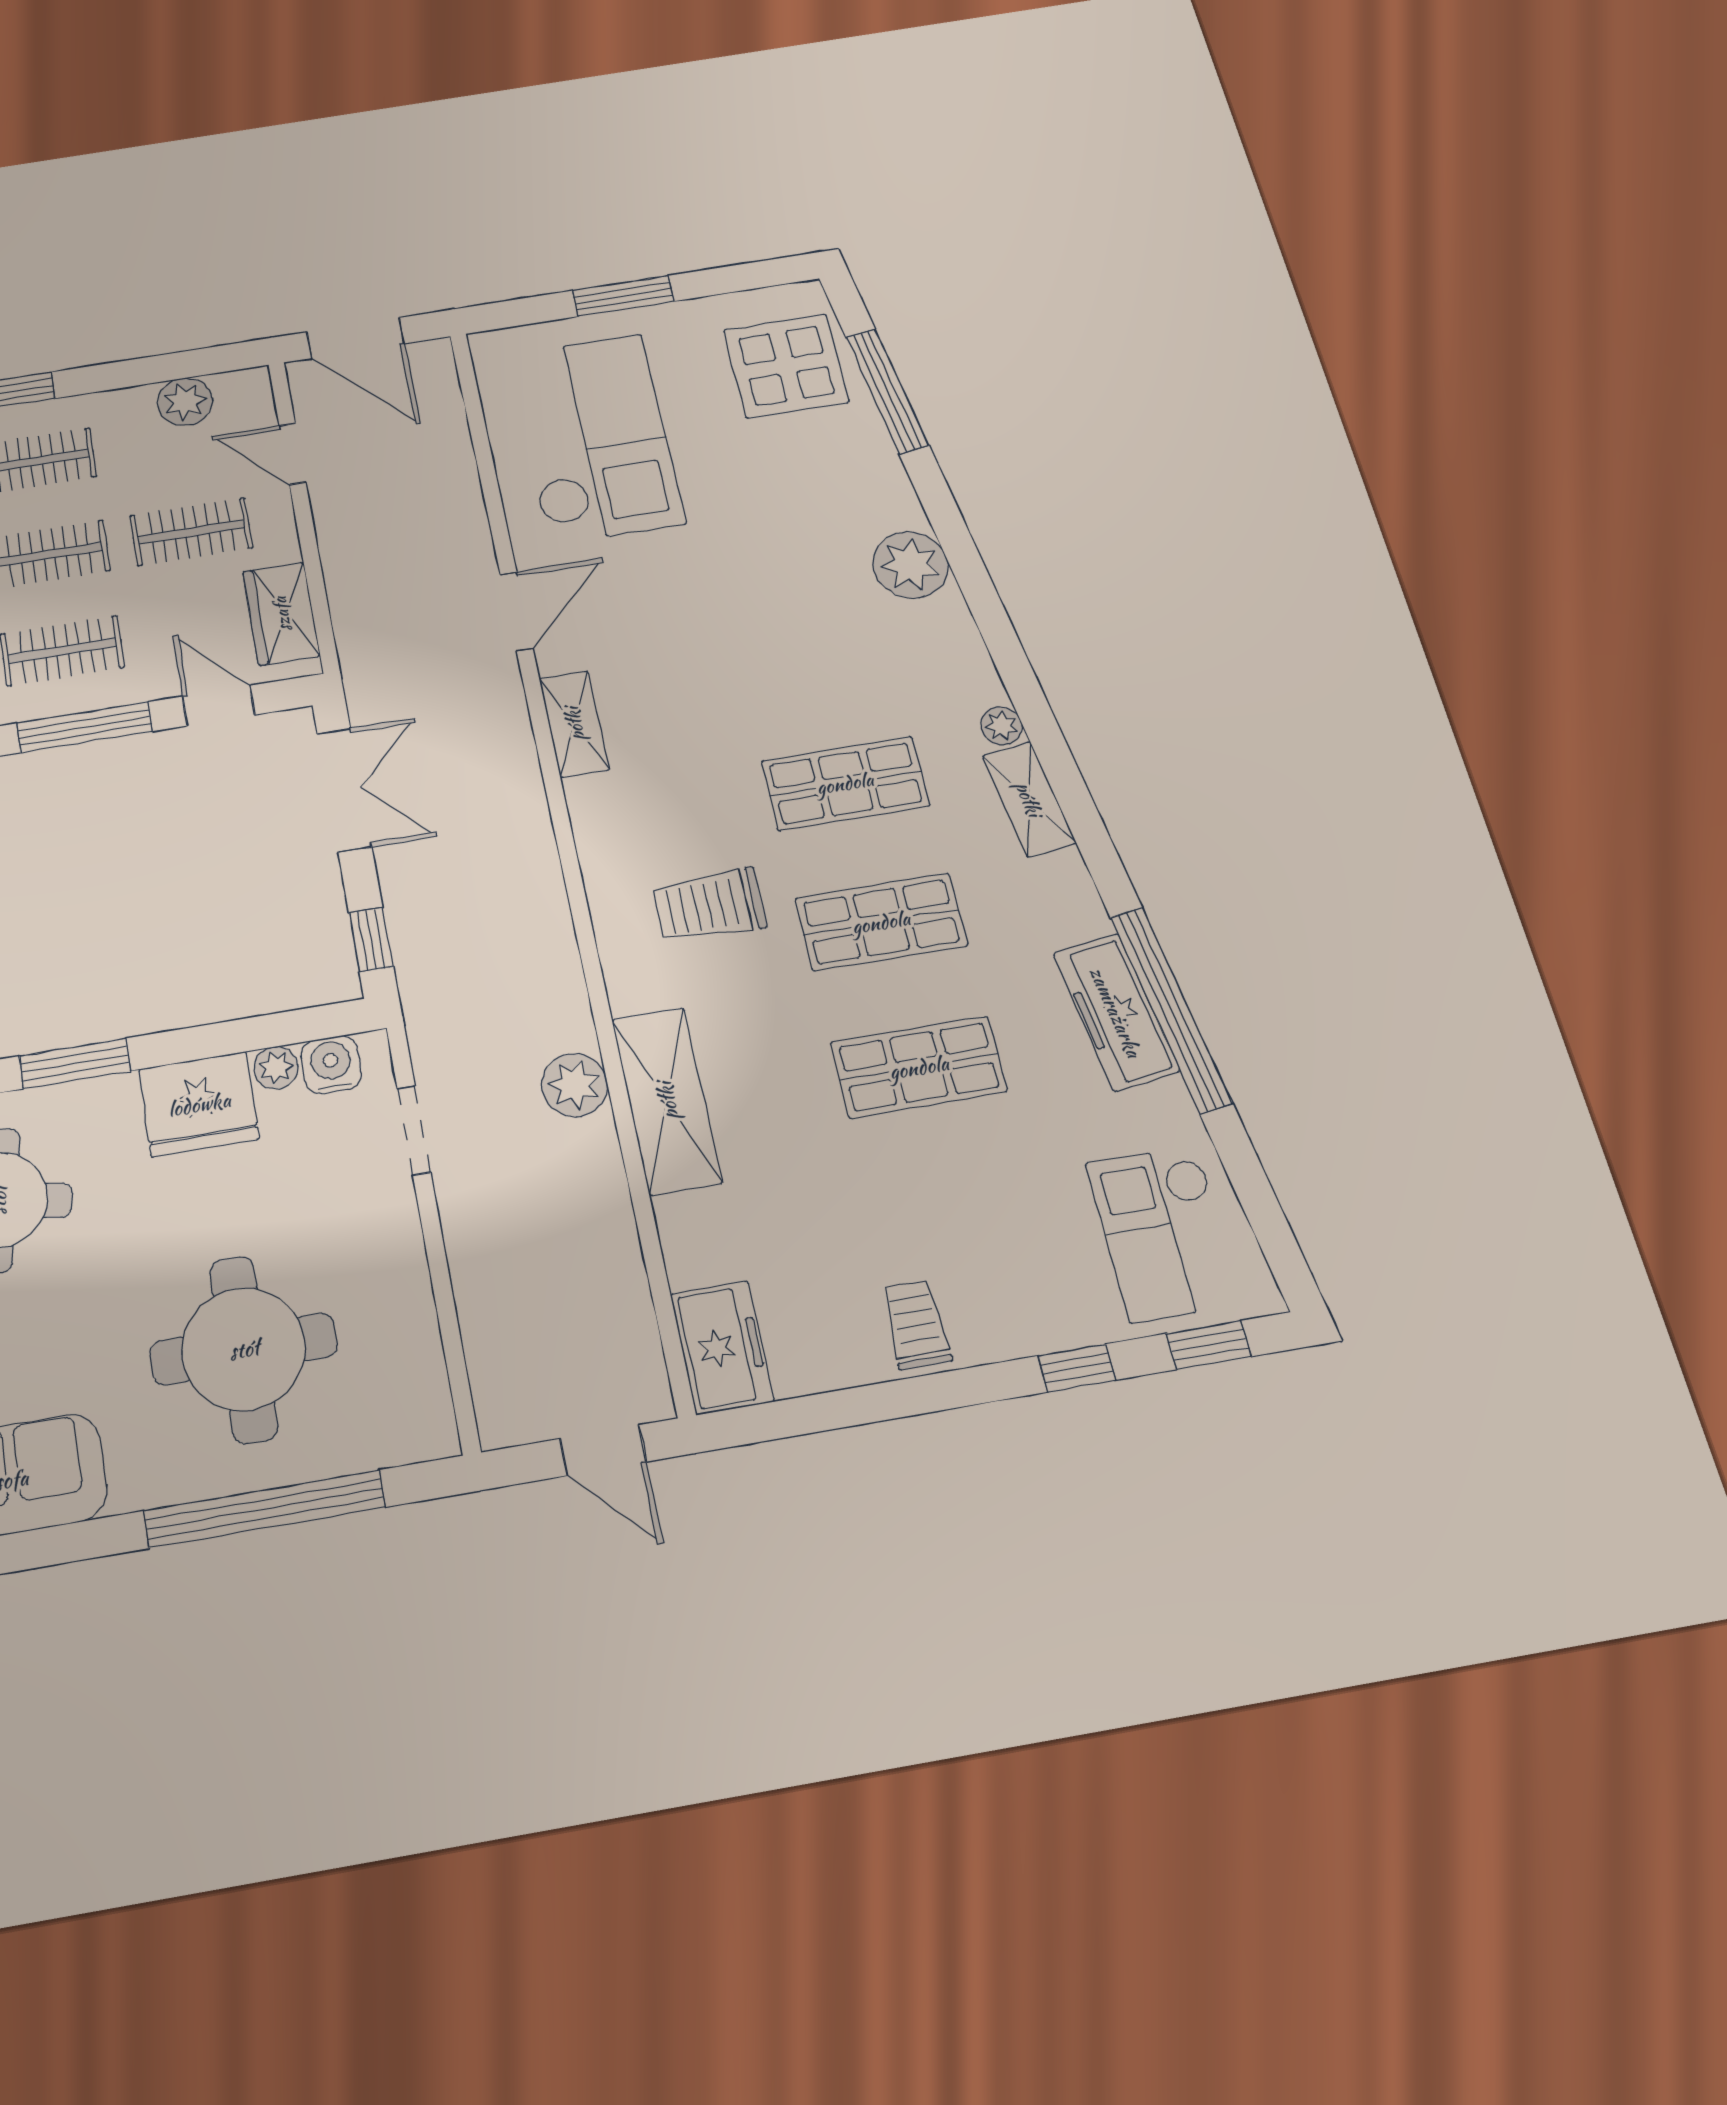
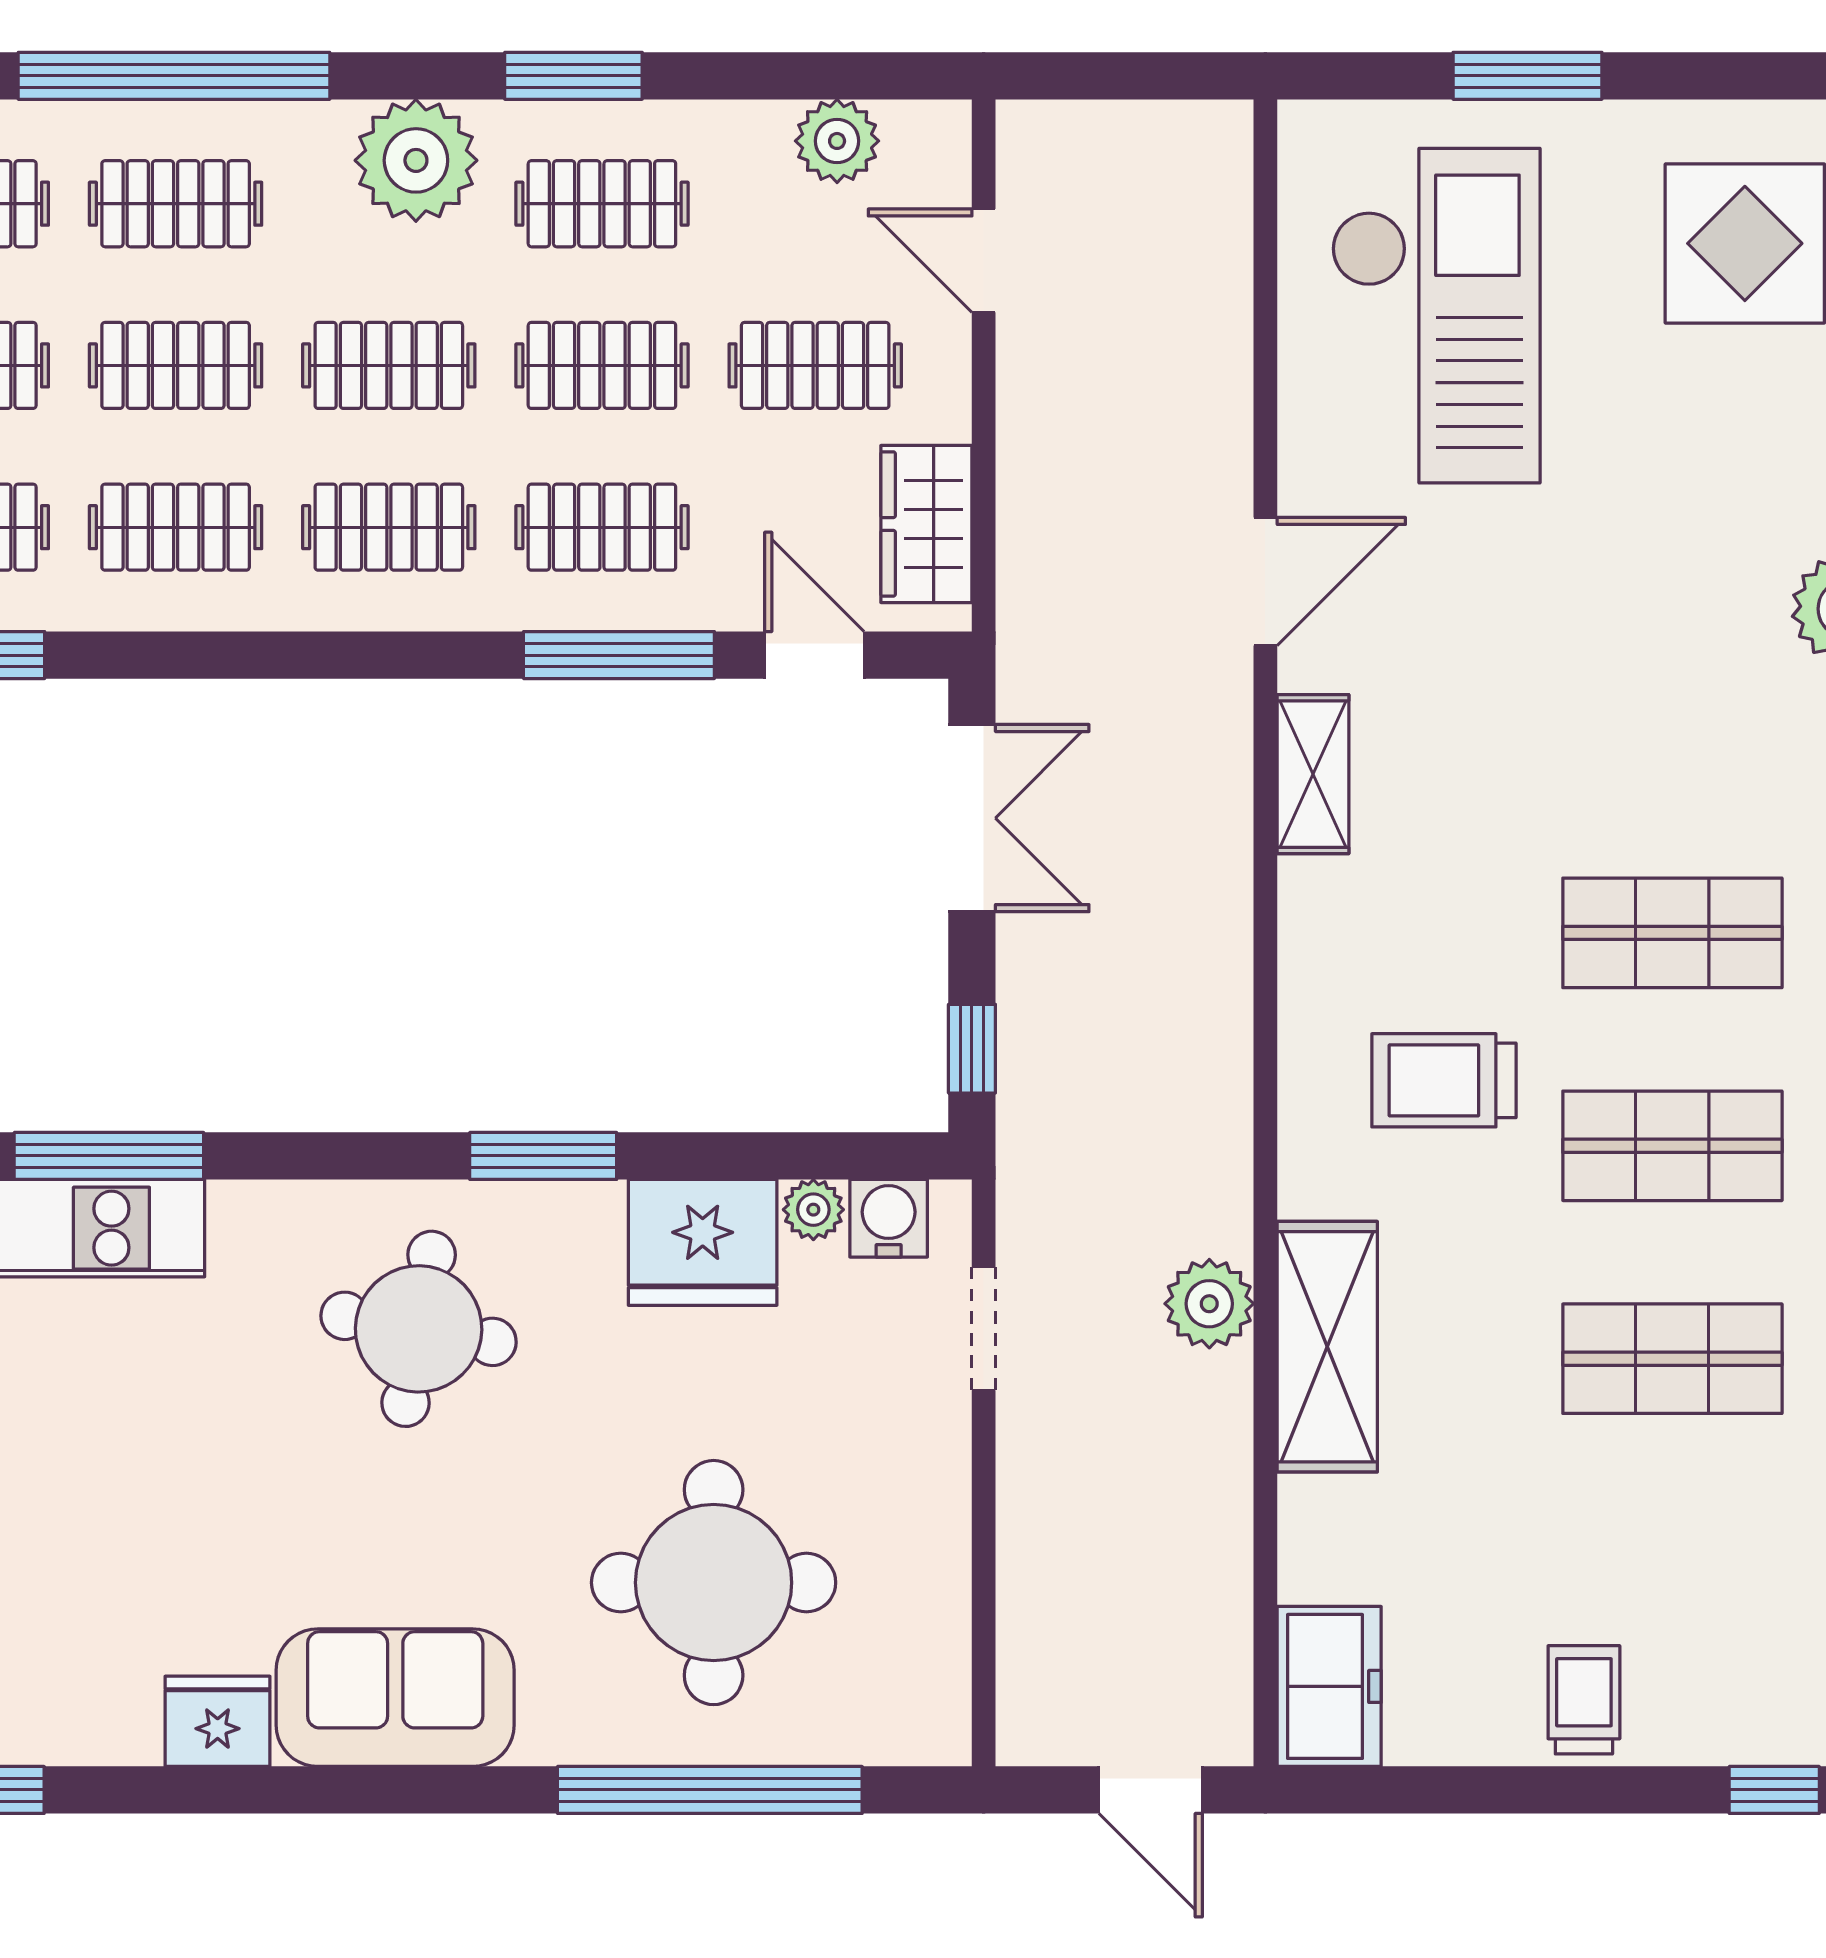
door: (356, 338) -> (1110, 76), removed

